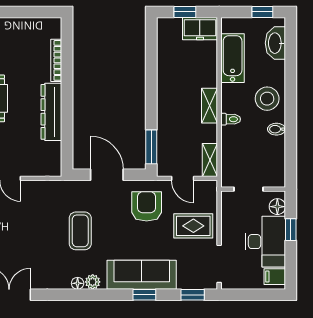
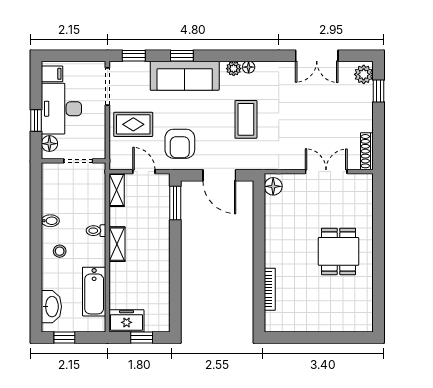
stool: (267, 99) -> (60, 251), width x0.53, depth x0.53
dresser: (51, 112) -> (275, 238), removed
floor lamp: (53, 164) -> (273, 186), added

